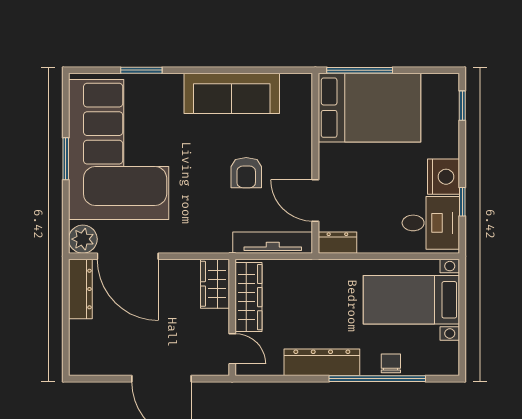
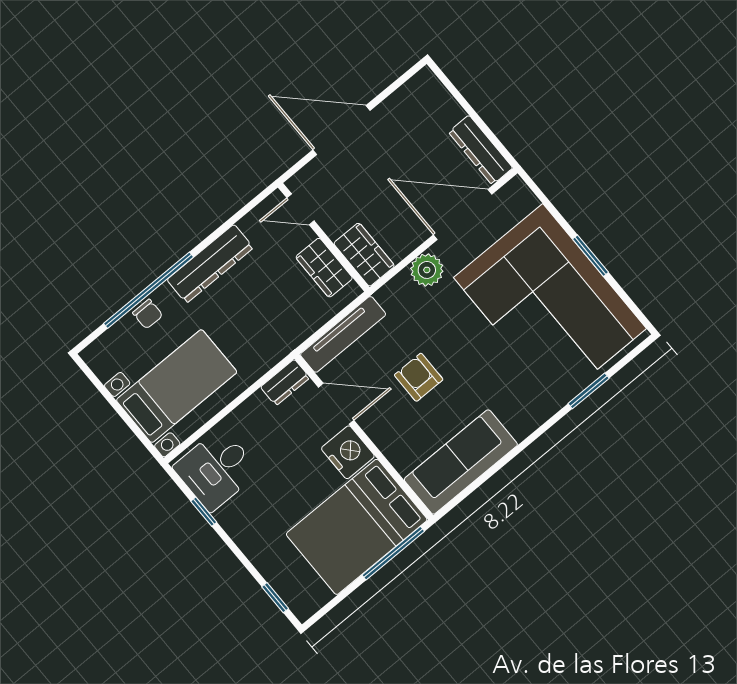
sofa: (232, 93) -> (461, 462), moved
nightstand: (443, 177) -> (348, 452), moved, turned 180
plant: (83, 239) -> (427, 270), moved
wardrobe: (249, 297) -> (324, 268), width x0.67

